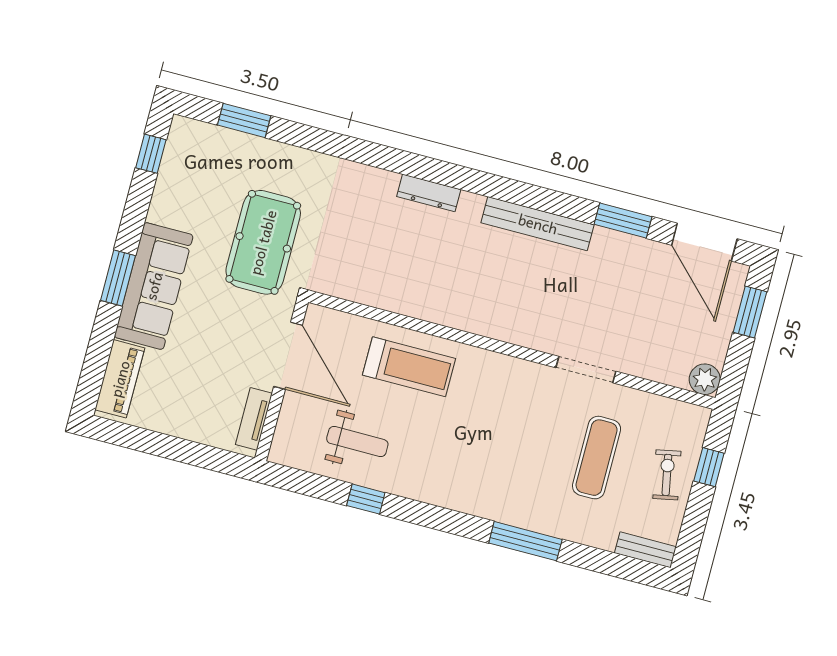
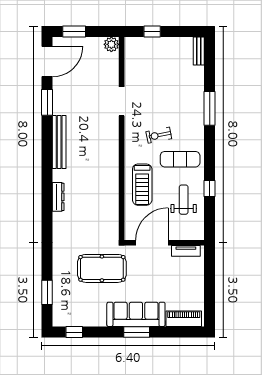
treadmill: (409, 367) -> (142, 185), turned 180
exercise mat: (597, 458) -> (180, 159), moved
exercise bike: (667, 475) -> (159, 135), moved

